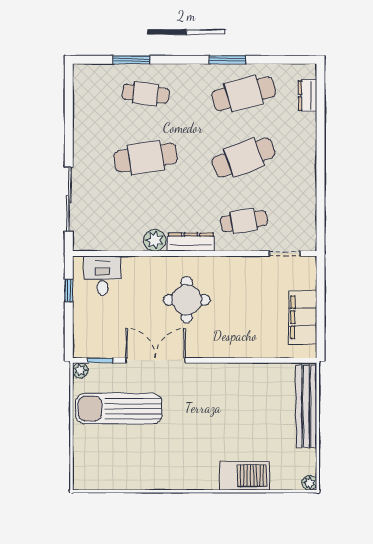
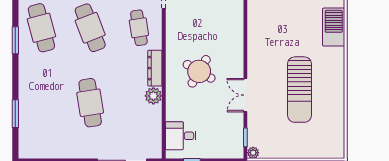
cafe table: (146, 94) -> (41, 103), removed
round table: (187, 300) -> (199, 71), turned 30
double door: (156, 360) -> (245, 95), width x0.73
sun lounger: (119, 409) -> (299, 90), moved

